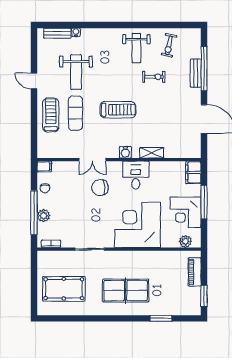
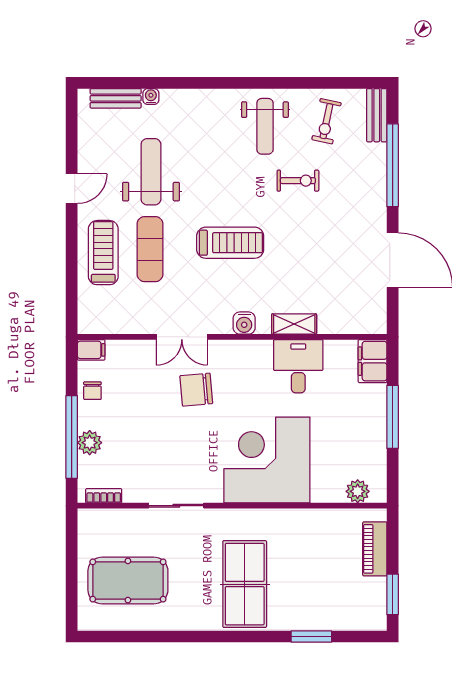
weight bench: (76, 72) -> (151, 172), turned 180
bench: (196, 73) -> (377, 115), moved
door: (34, 81) -> (72, 189), swing flipped
desk: (136, 175) -> (298, 366), moved
corner desk: (186, 212) -> (358, 436), removed
table tennis table: (126, 291) -> (245, 584), turned 90

